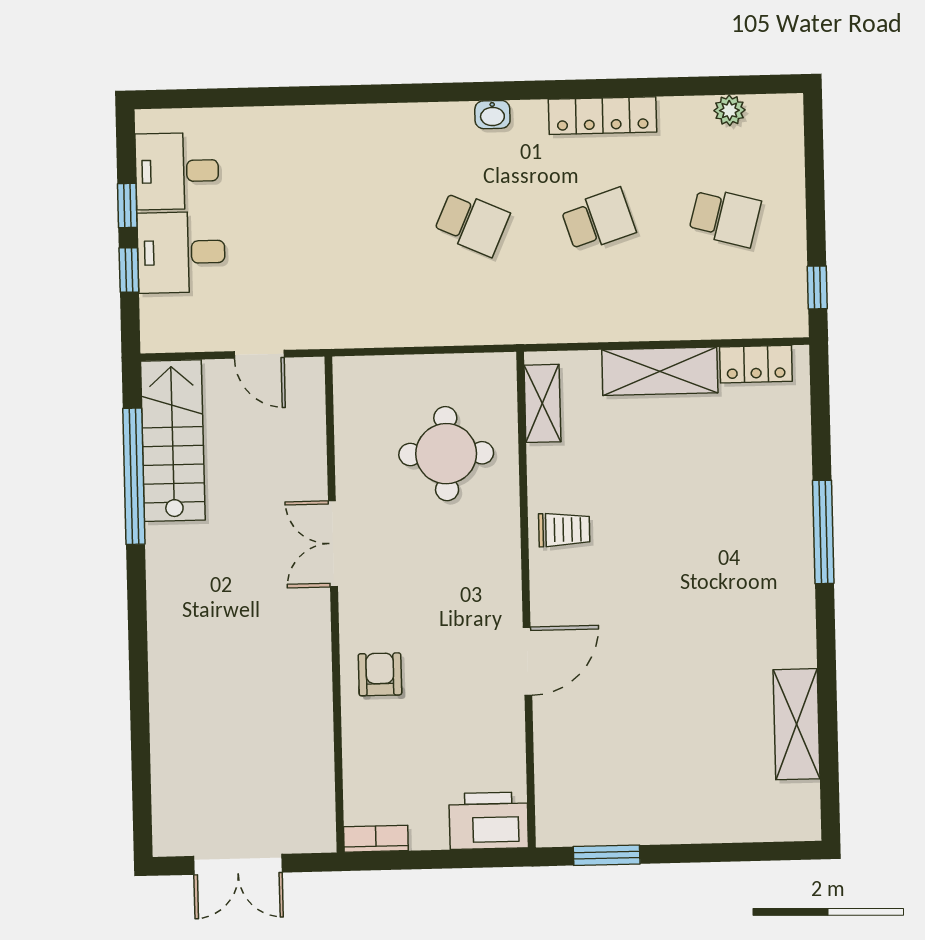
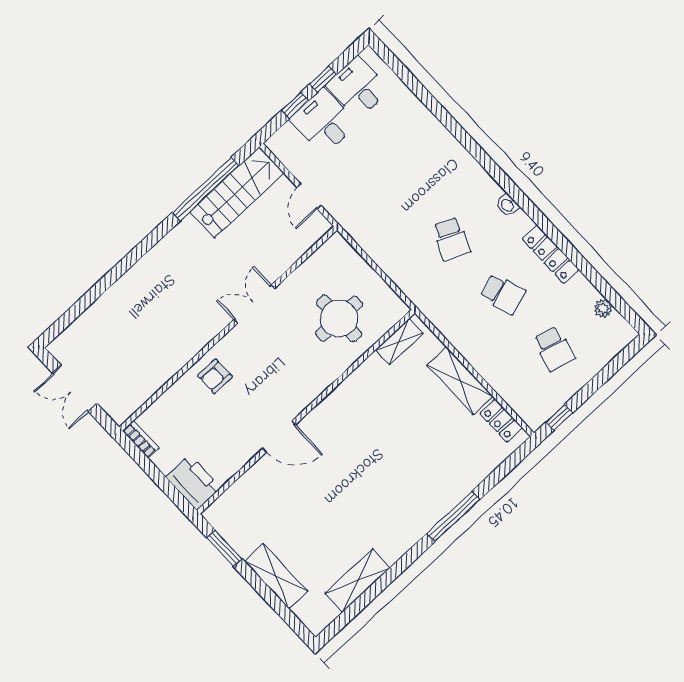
trolley: (564, 530) -> (352, 401), removed
armchair: (380, 674) -> (215, 376), turned 180
shelving: (700, 822) -> (276, 576), added

